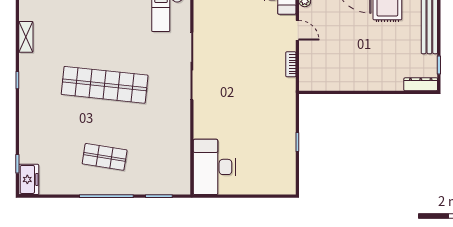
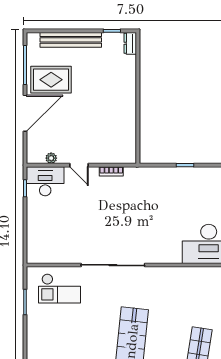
door: (297, 30) -> (79, 165), swing flipped
dresser: (421, 84) -> (130, 43), width x0.70

